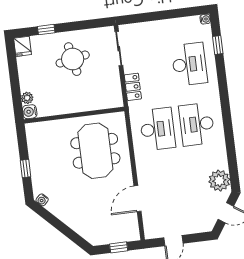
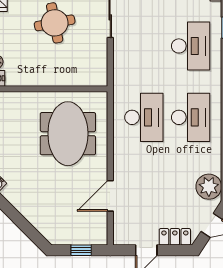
locker: (133, 87) -> (175, 237), moved, turned -90
desk: (197, 124) -> (191, 117), turned 180

